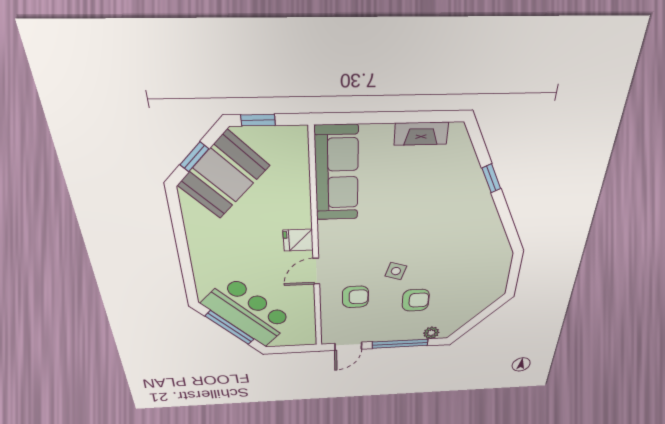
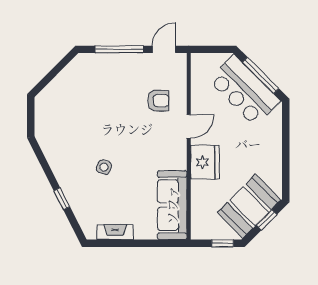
fridge: (298, 240) -> (205, 162), width x1.88, depth x1.34
side table: (396, 271) -> (104, 167), moved
armchair: (355, 297) -> (158, 101), turned 180
armchair: (416, 300) -> (109, 95), removed
plant: (431, 333) -> (93, 60), removed

